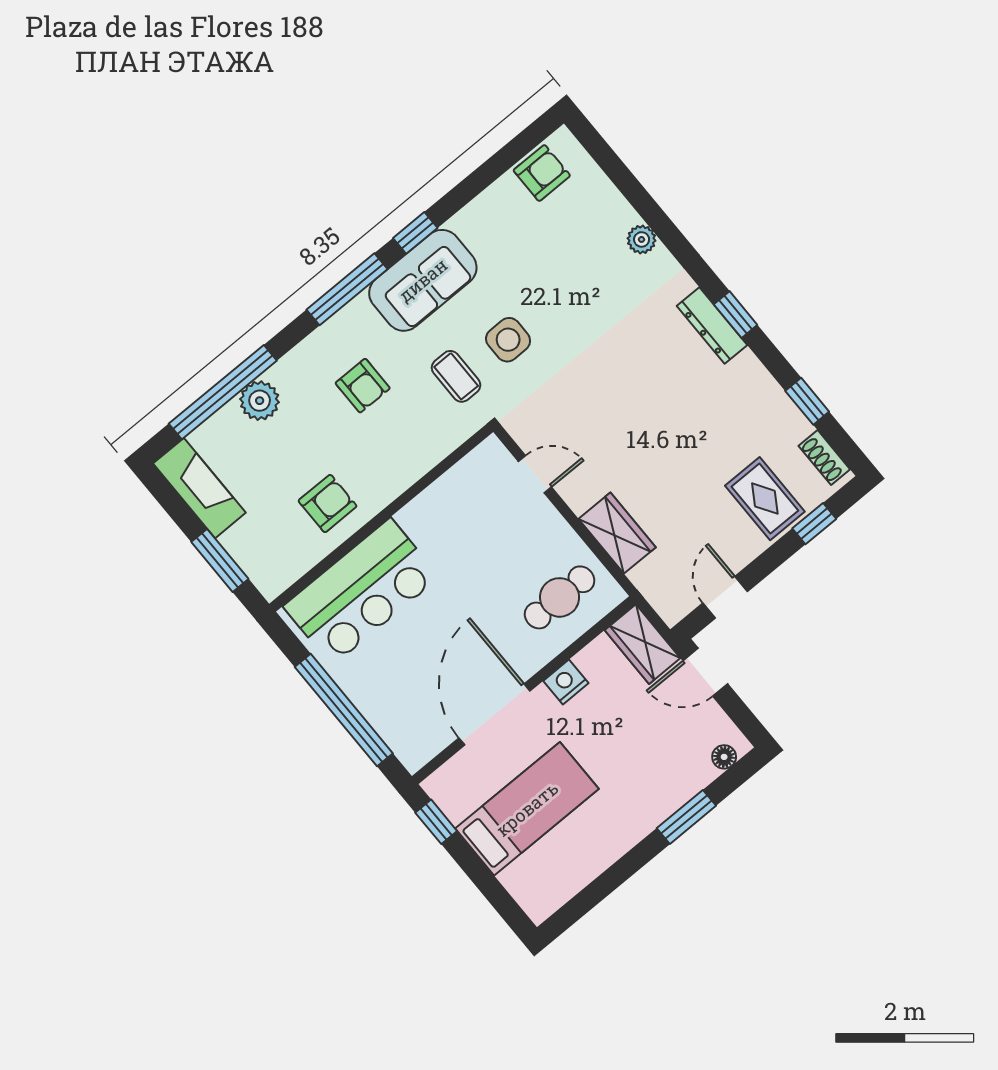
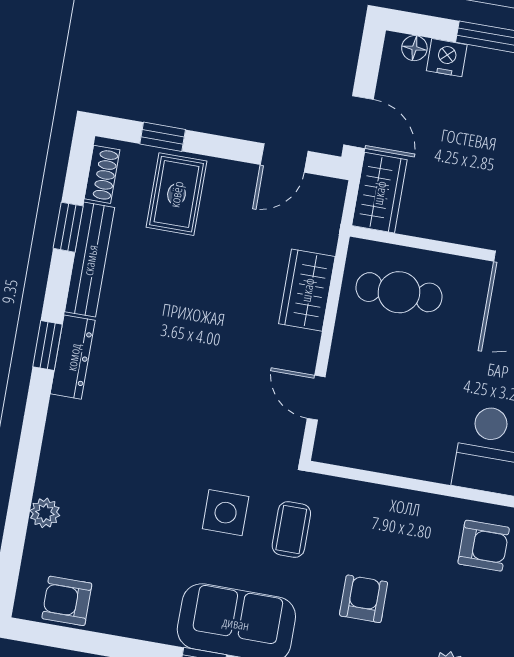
plant: (642, 239) -> (45, 513), moved
bench: (771, 397) -> (90, 260), added
armchair: (328, 503) -> (484, 546), turned 180
nightstand: (566, 682) -> (447, 58), moved, turned 180

